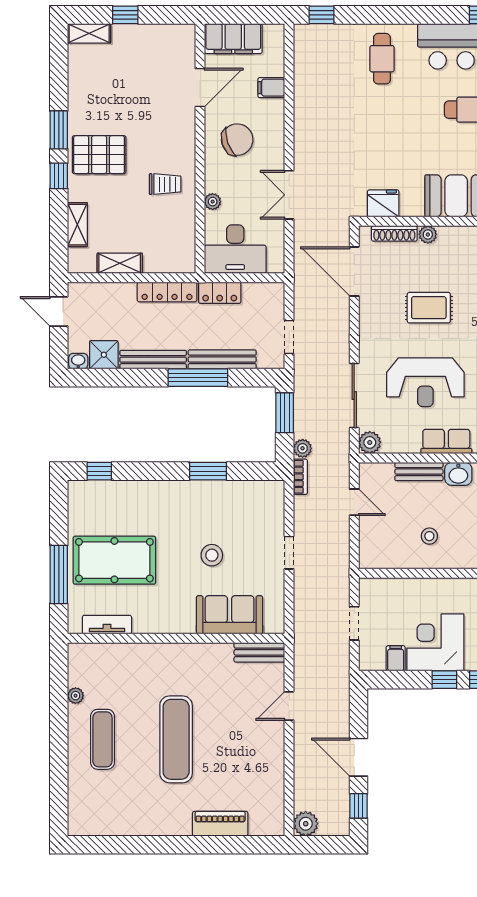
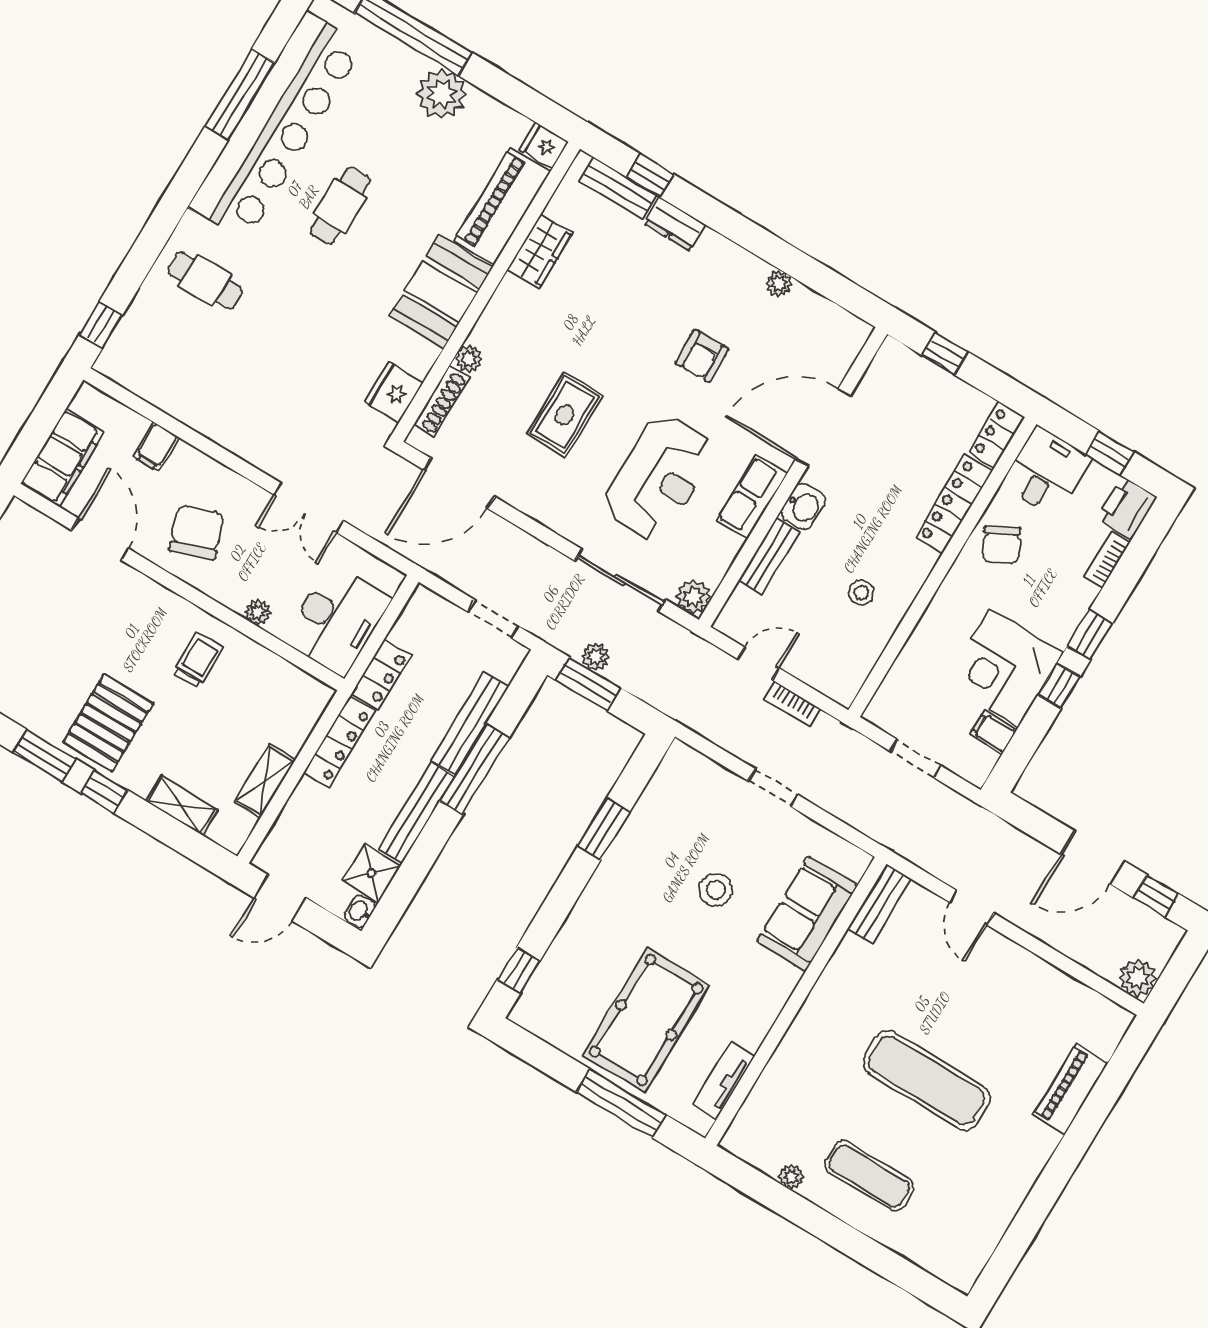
plant: (303, 448) -> (596, 657), moved
bookcase: (300, 477) -> (792, 704), moved, turned 180

